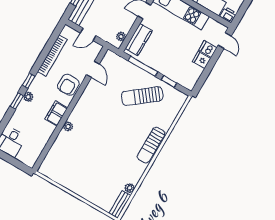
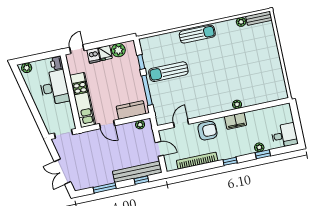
plant: (194, 72) -> (118, 50), added
sun lounger: (142, 96) -> (168, 72), turned 128
plant: (28, 97) -> (259, 147), moved
window: (17, 101) -> (263, 154), moved

